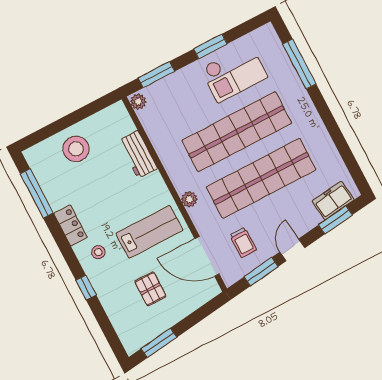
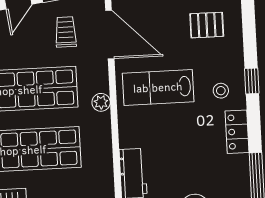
window: (86, 288) -> (252, 81), moved
pallet: (150, 289) -> (207, 25), moved, turned 90

